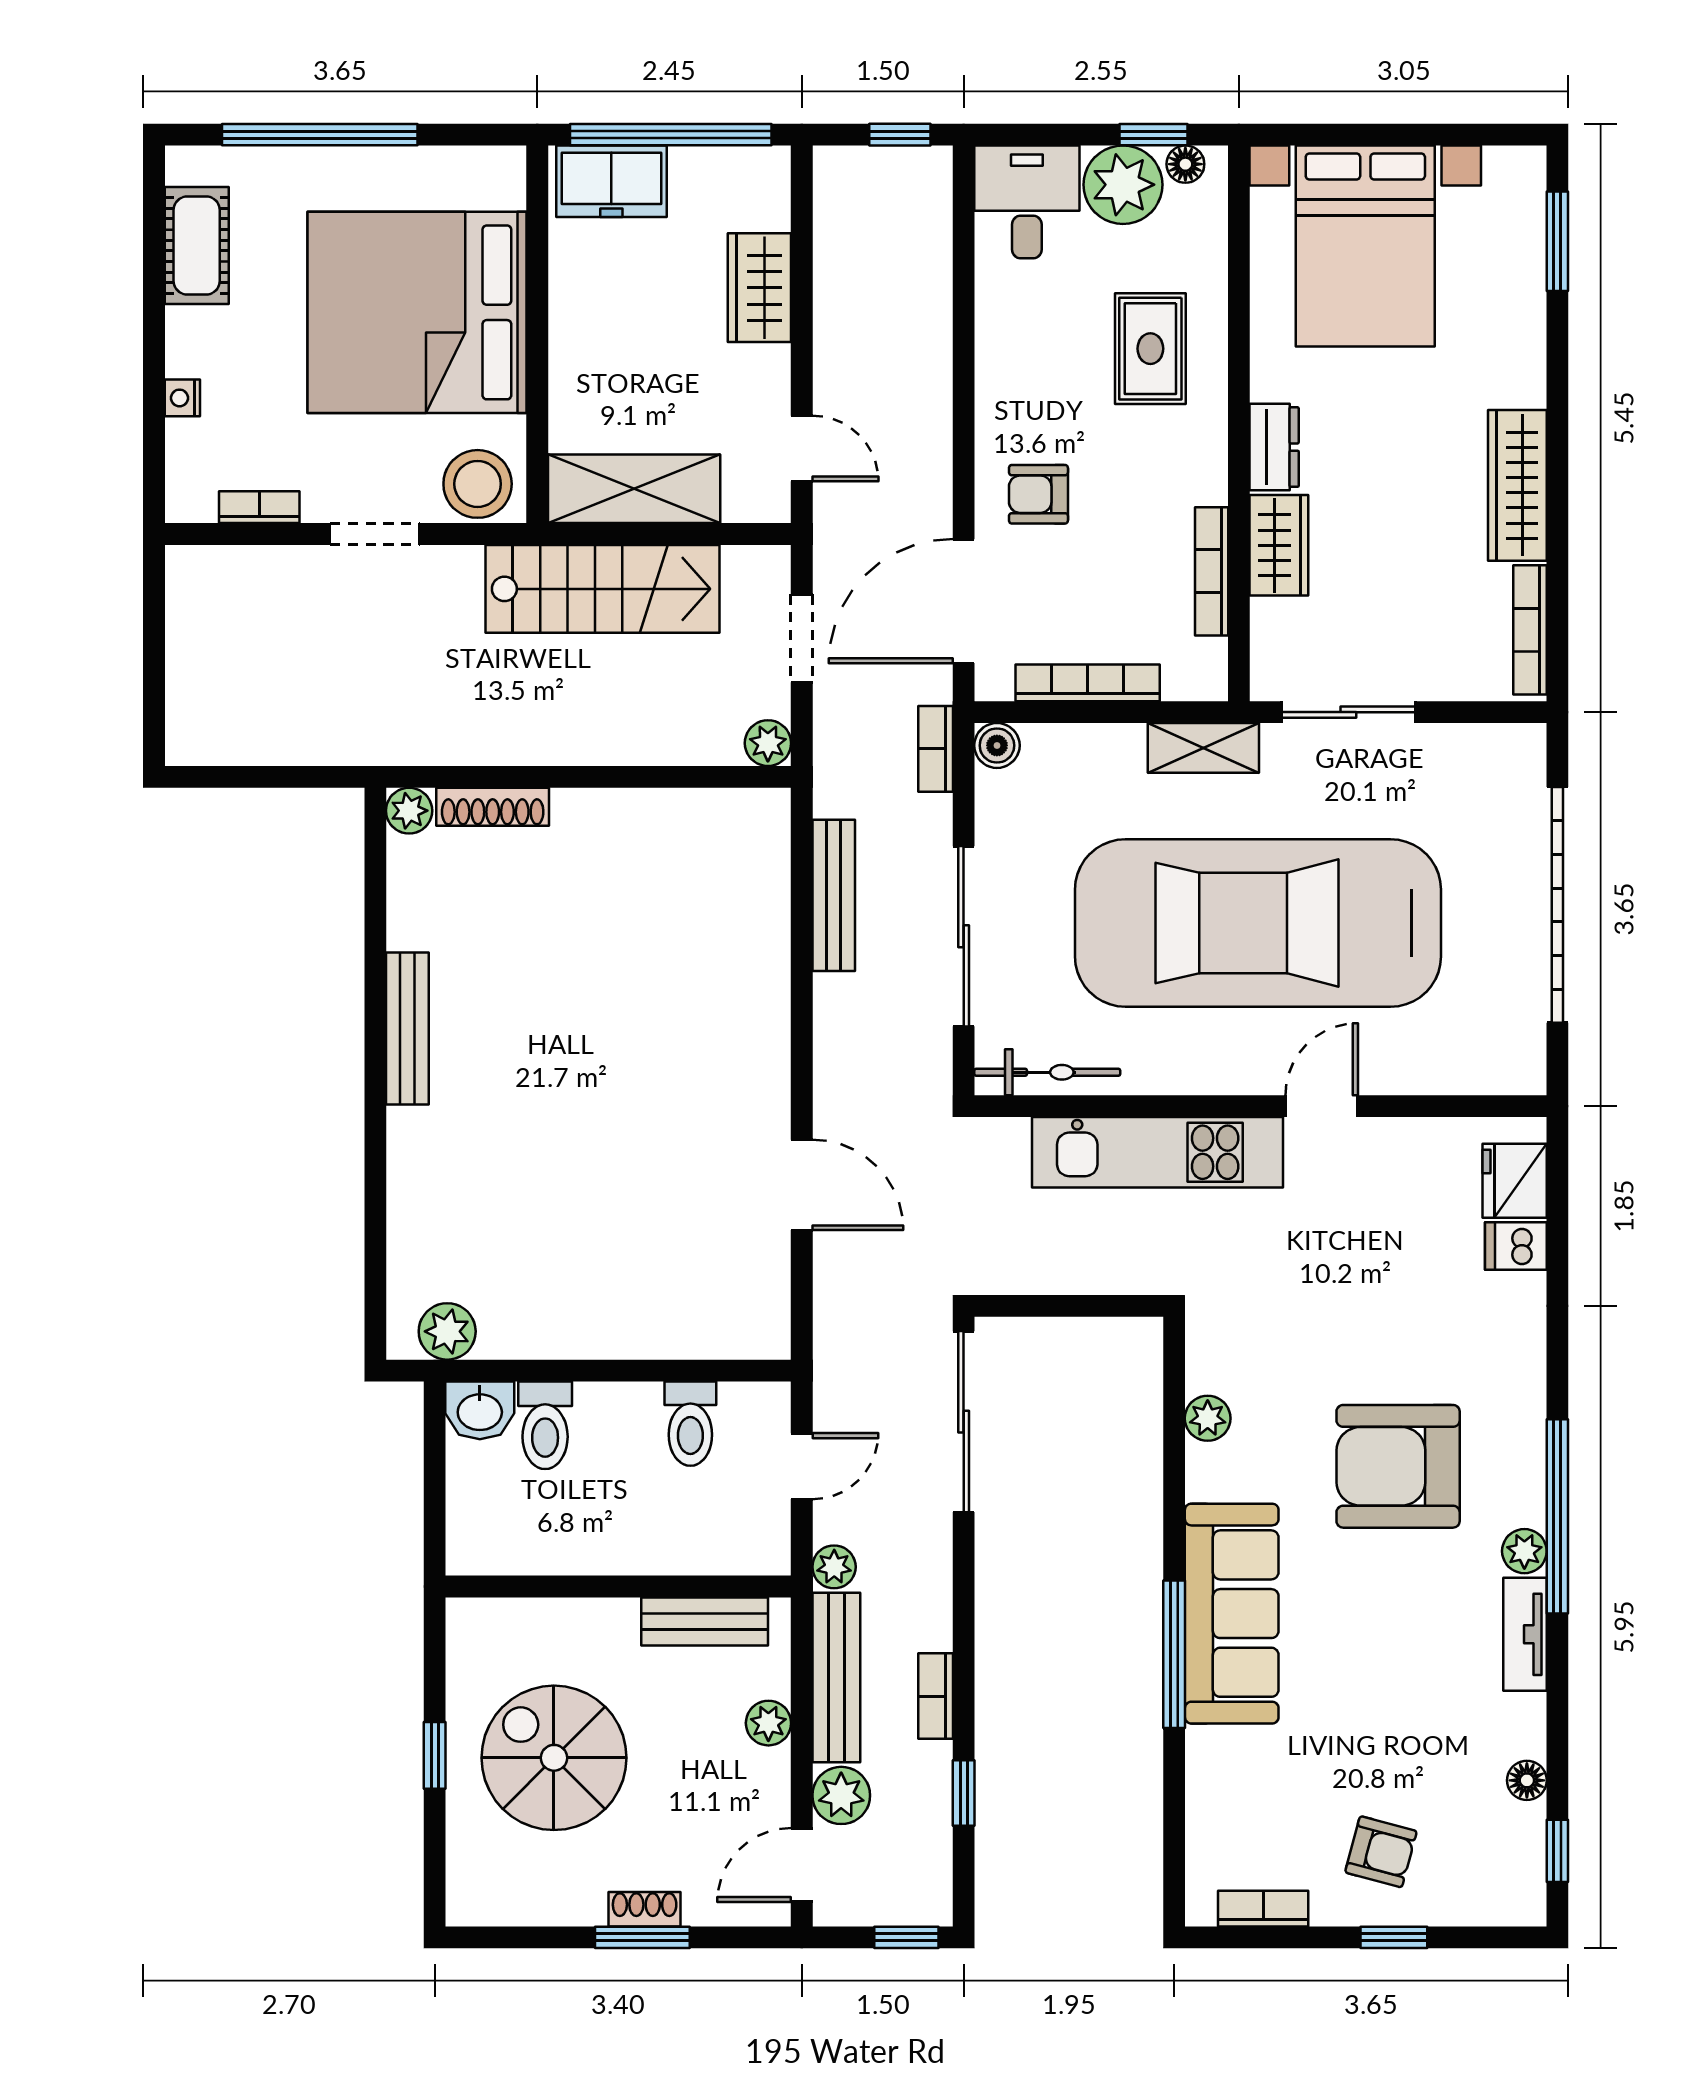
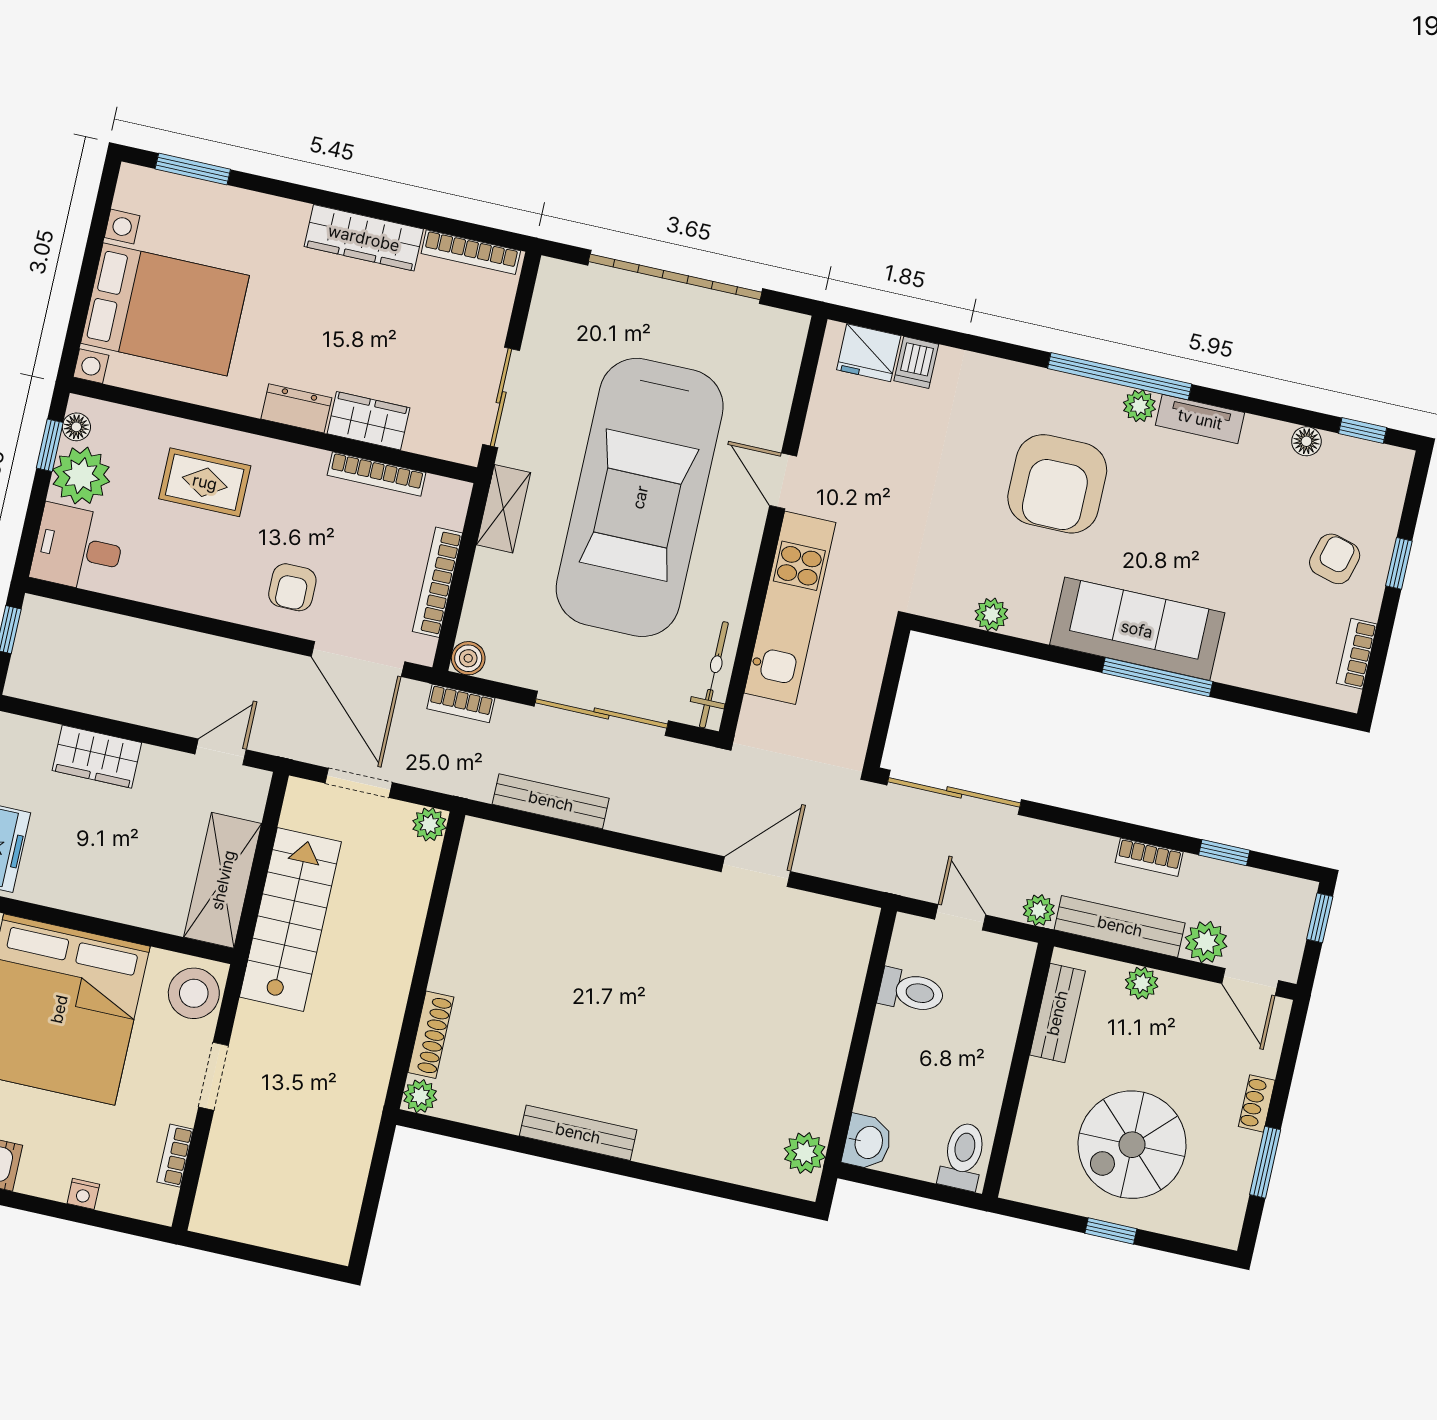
toilet: (545, 1425) -> (963, 1156), moved, turned -90
window: (642, 1937) -> (1265, 1162), moved

